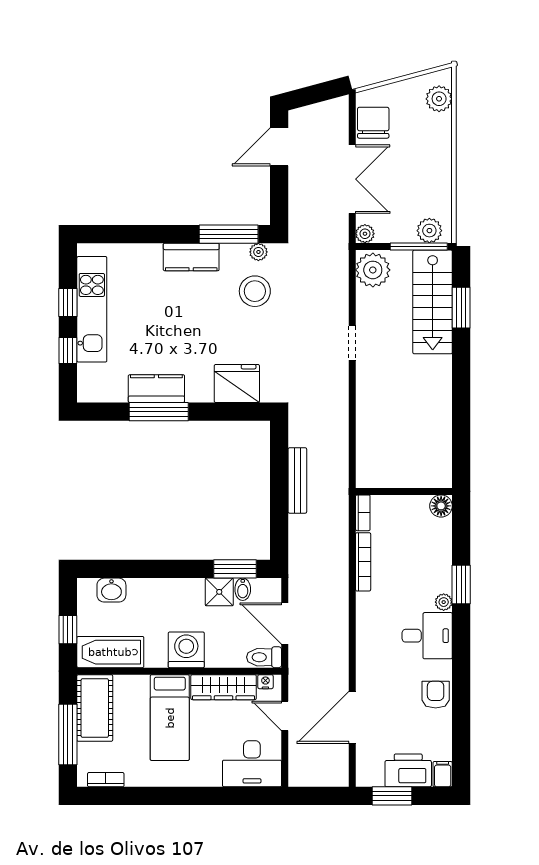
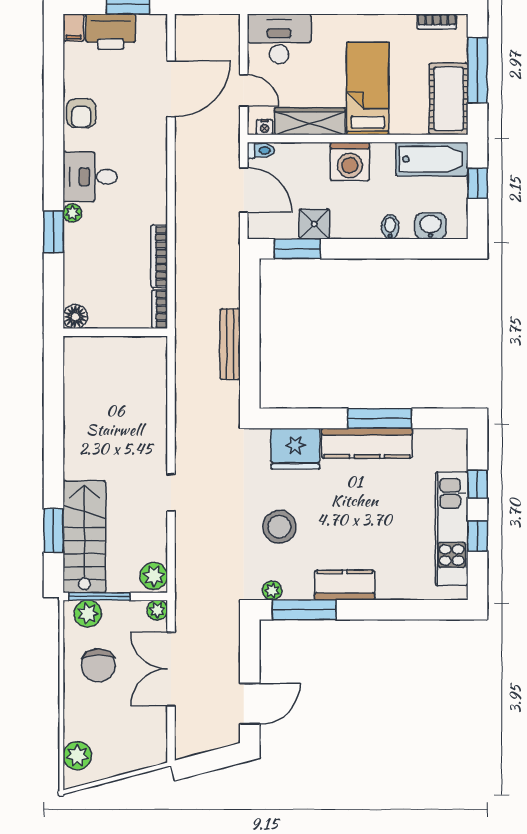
chair: (373, 123) -> (98, 665), moved
plant: (373, 270) -> (154, 576), width x0.73, depth x0.73
stool: (255, 291) -> (279, 527), moved
kitchen counter: (156, 389) -> (367, 443), width x1.50
bidet: (243, 589) -> (390, 227), moved
toilet: (264, 657) -> (261, 150), width x0.73, depth x0.72

